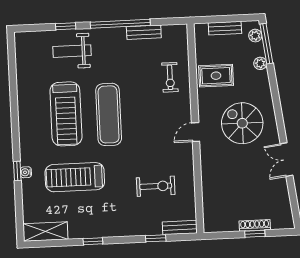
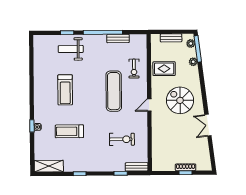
treadmill: (66, 114) -> (65, 90), width x0.73, depth x0.73
exercise mat: (109, 114) -> (114, 91), moved
treadmill: (75, 177) -> (69, 131), width x0.73, depth x0.73

